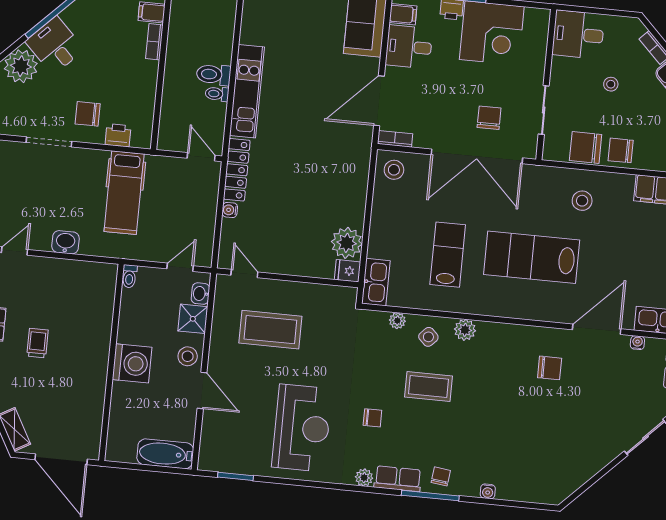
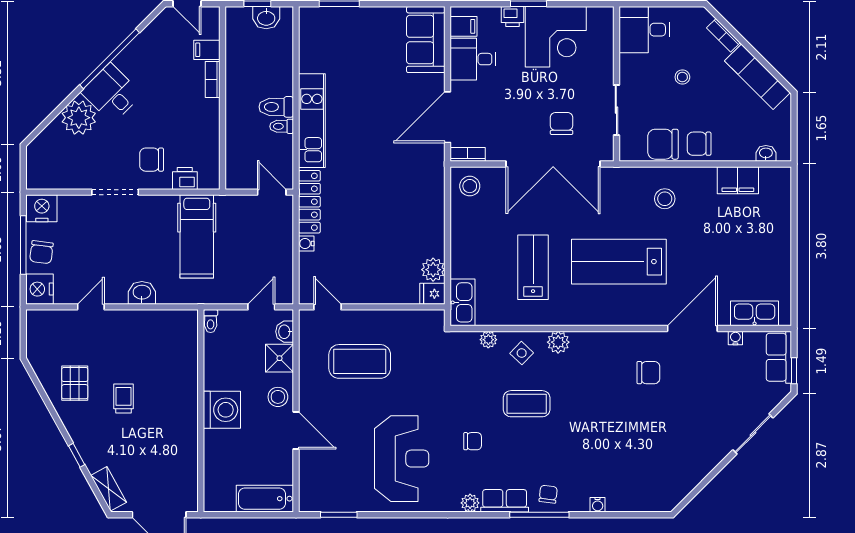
plant: (347, 243) -> (433, 270), width x0.73, depth x0.73

